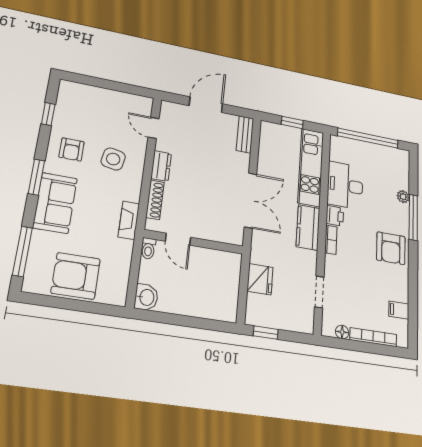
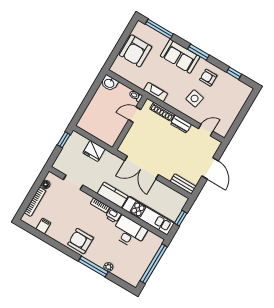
armchair: (76, 276) -> (136, 51), turned 180

